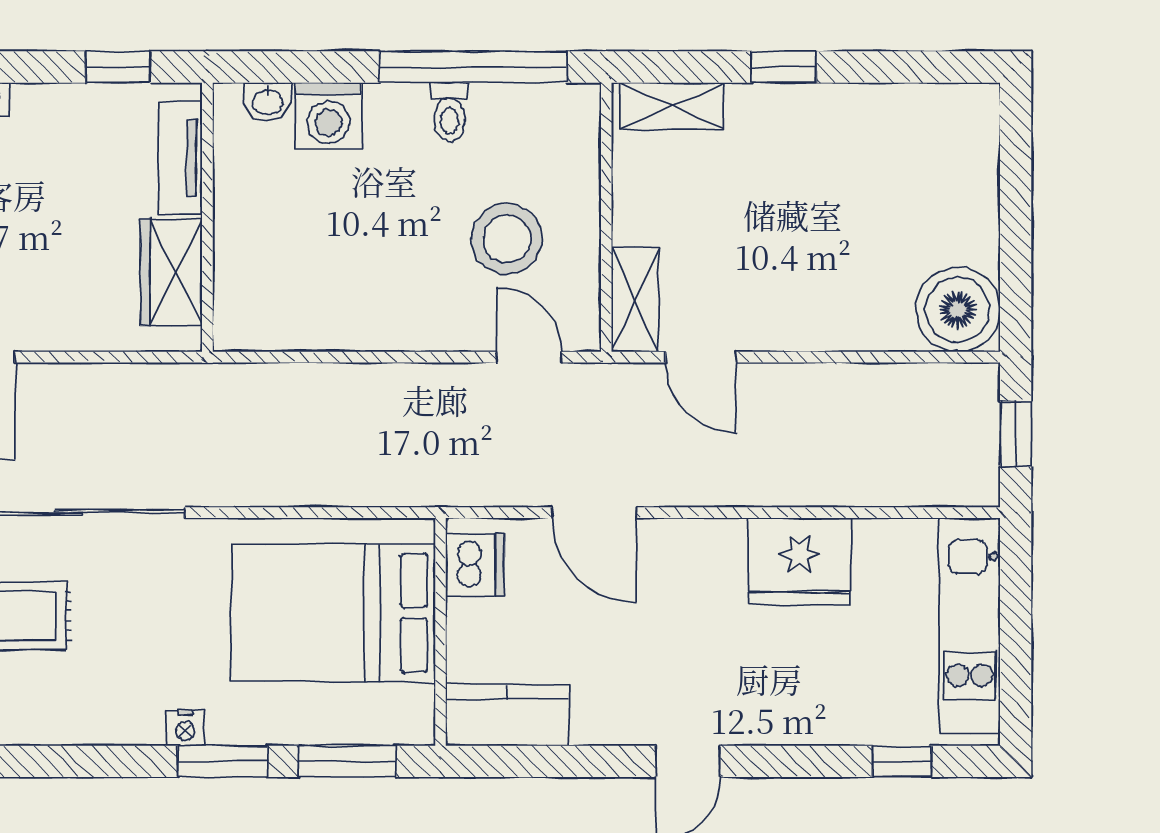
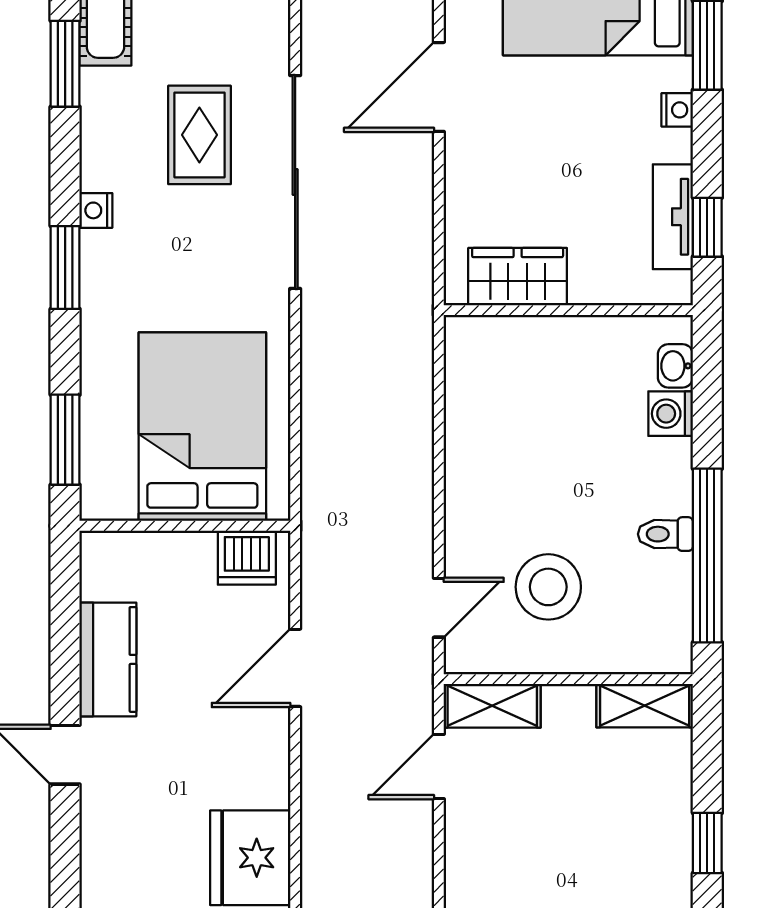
shelving: (672, 106) -> (645, 706), moved, turned 90
washing machine: (328, 116) -> (671, 414), width x0.73, depth x0.73
tv unit: (180, 158) -> (673, 217), moved, turned -90
kitchen counter: (507, 715) -> (108, 659), moved
nightstand: (185, 728) -> (96, 210), moved
window: (223, 761) -> (65, 267), moved

